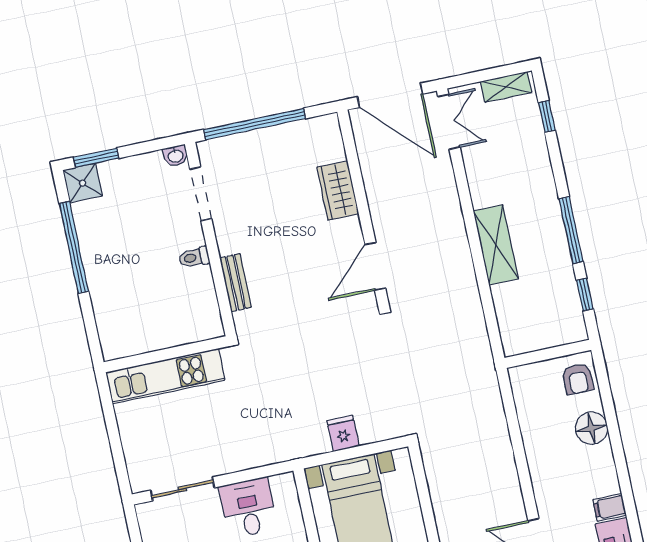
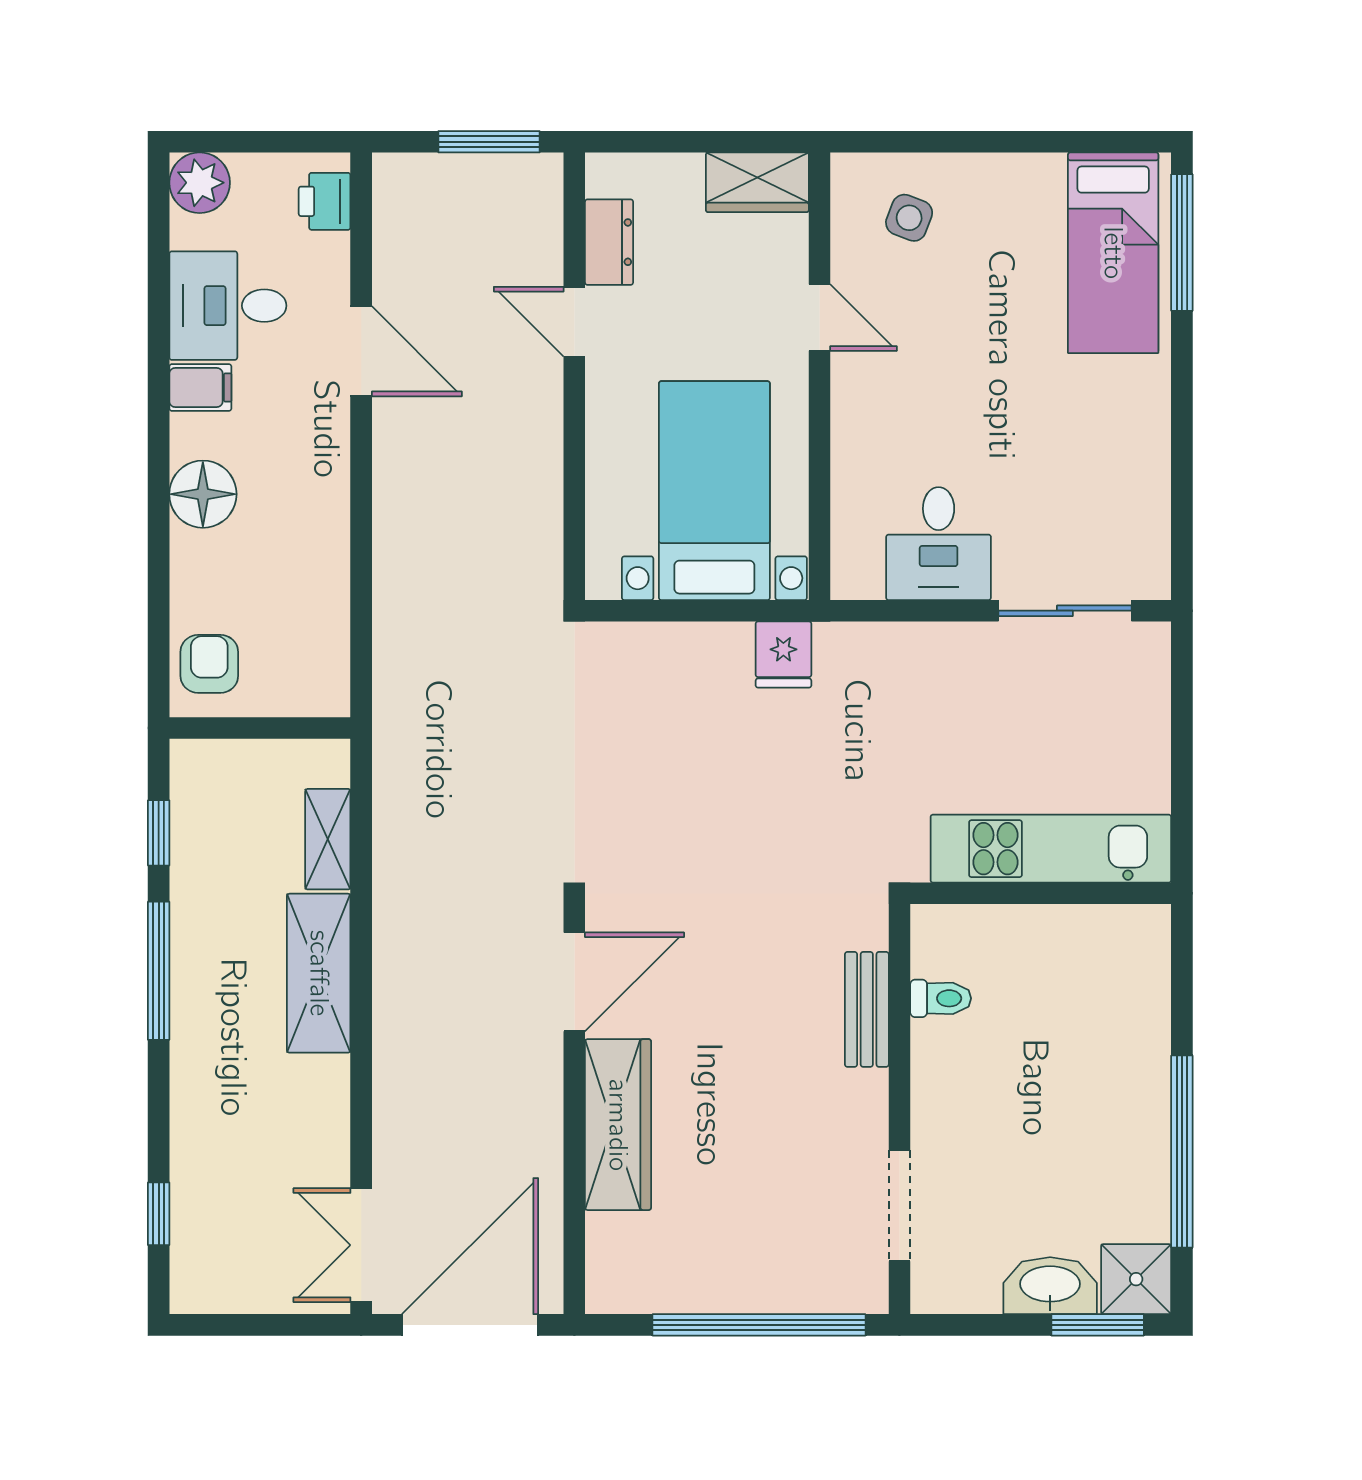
shelving: (506, 87) -> (328, 839), moved, turned 90
door: (390, 95) -> (470, 1325), hinge flipped
washbasin: (175, 156) -> (1050, 1286), moved, width x1.91, depth x1.45
wardrobe: (338, 190) -> (618, 1125), width x1.50
toilet: (194, 257) -> (941, 998), moved
floor lamp: (591, 428) -> (203, 494), moved
fridge: (343, 433) -> (783, 655), moved

